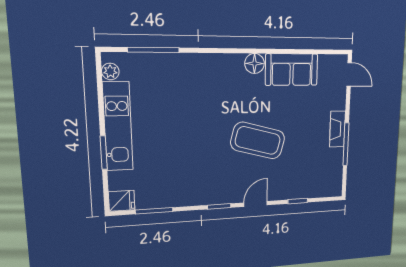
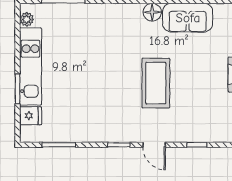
coffee table: (258, 141) -> (156, 83), turned 75
fridge: (122, 201) -> (31, 116), moved
door: (256, 204) -> (154, 145), swing flipped

